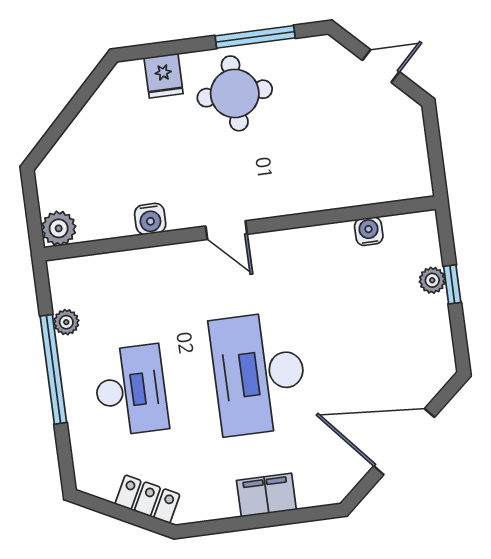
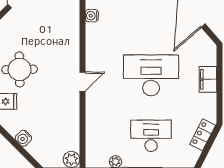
water cooler: (150, 219) -> (23, 138), moved, turned 135
desk: (259, 373) -> (151, 75), turned 180

